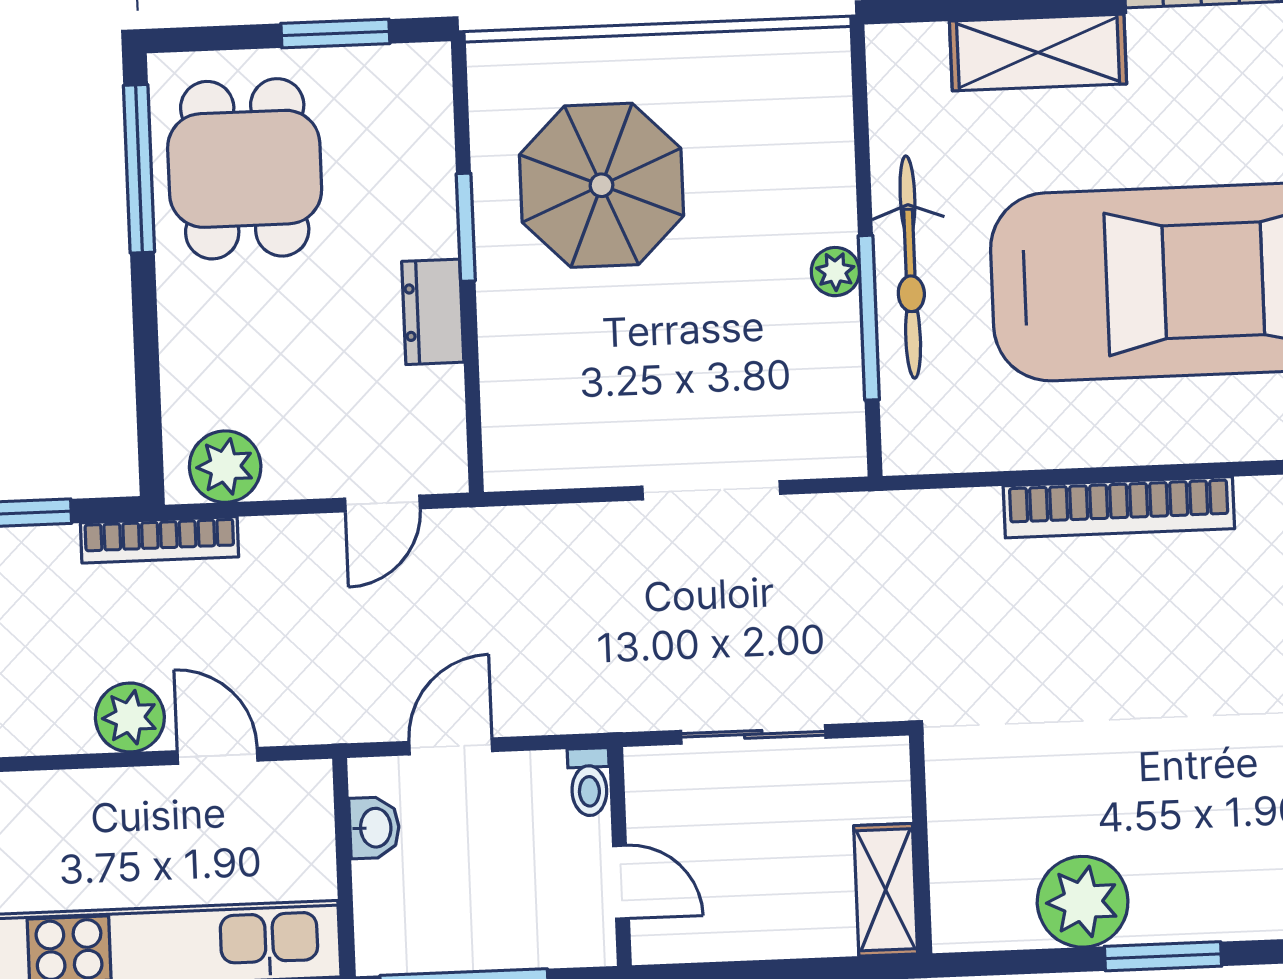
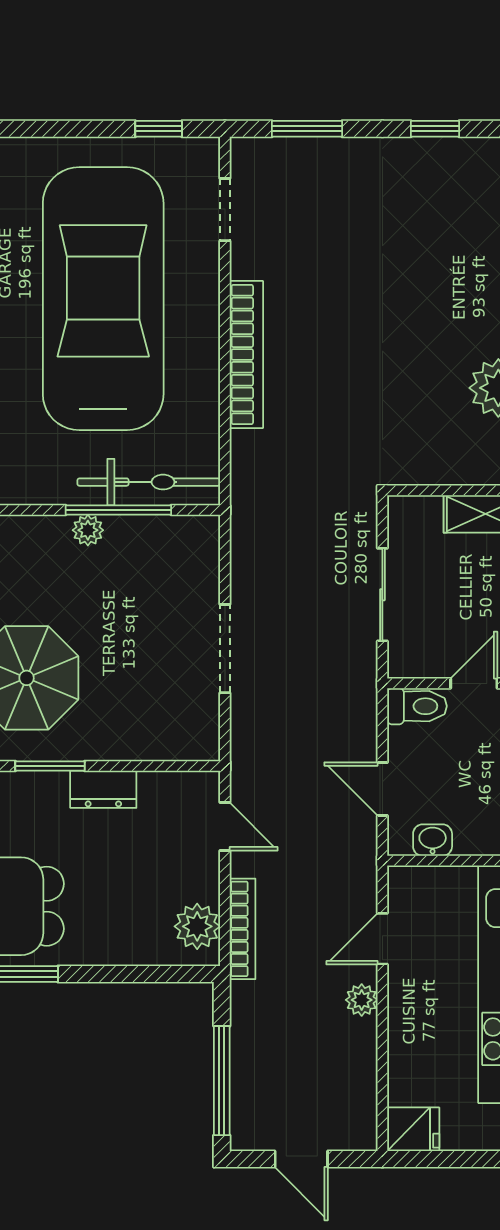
bicycle: (910, 267) -> (149, 482), moved
doorway: (711, 490) -> (225, 649), moved
bookcase: (160, 540) -> (242, 929), moved
plant: (130, 717) -> (362, 1000), width x0.73, depth x0.73
toilet: (589, 782) -> (417, 706), width x1.37, depth x1.39

